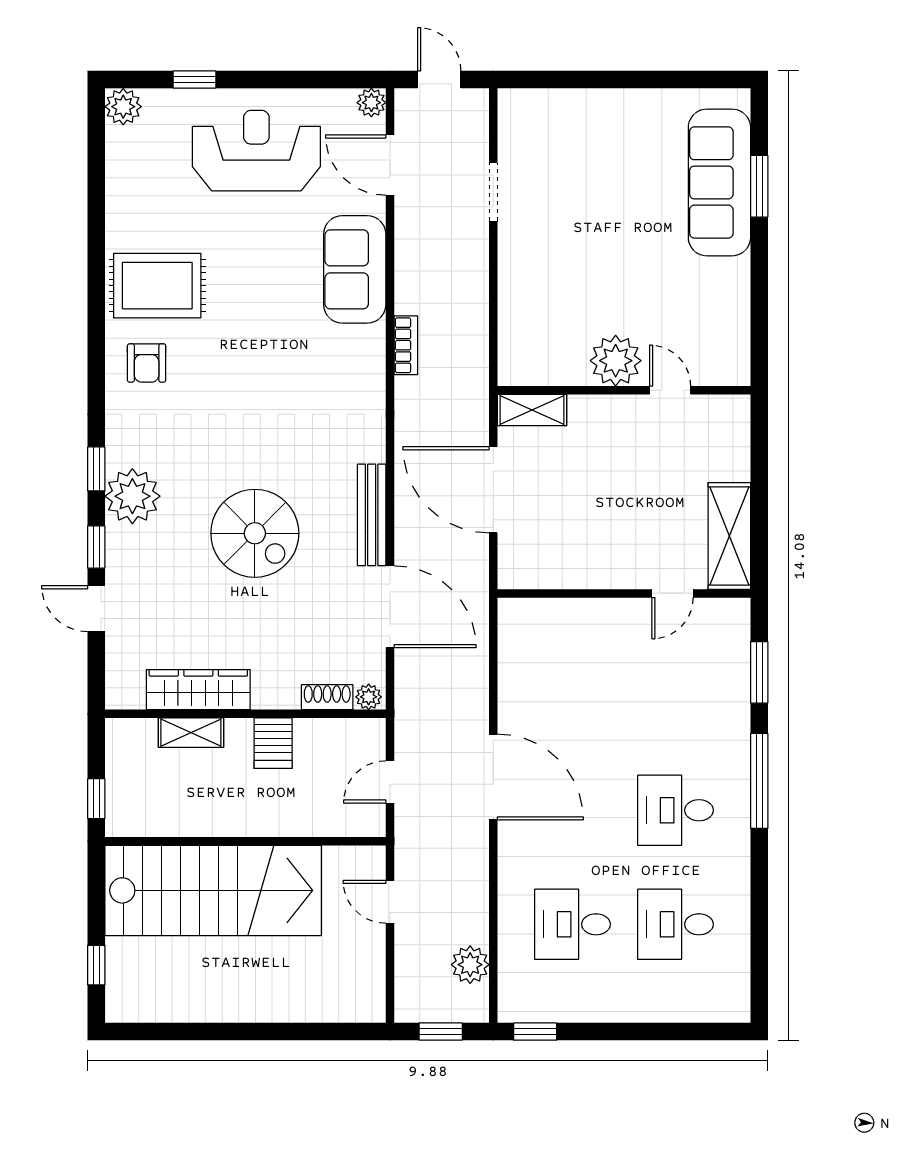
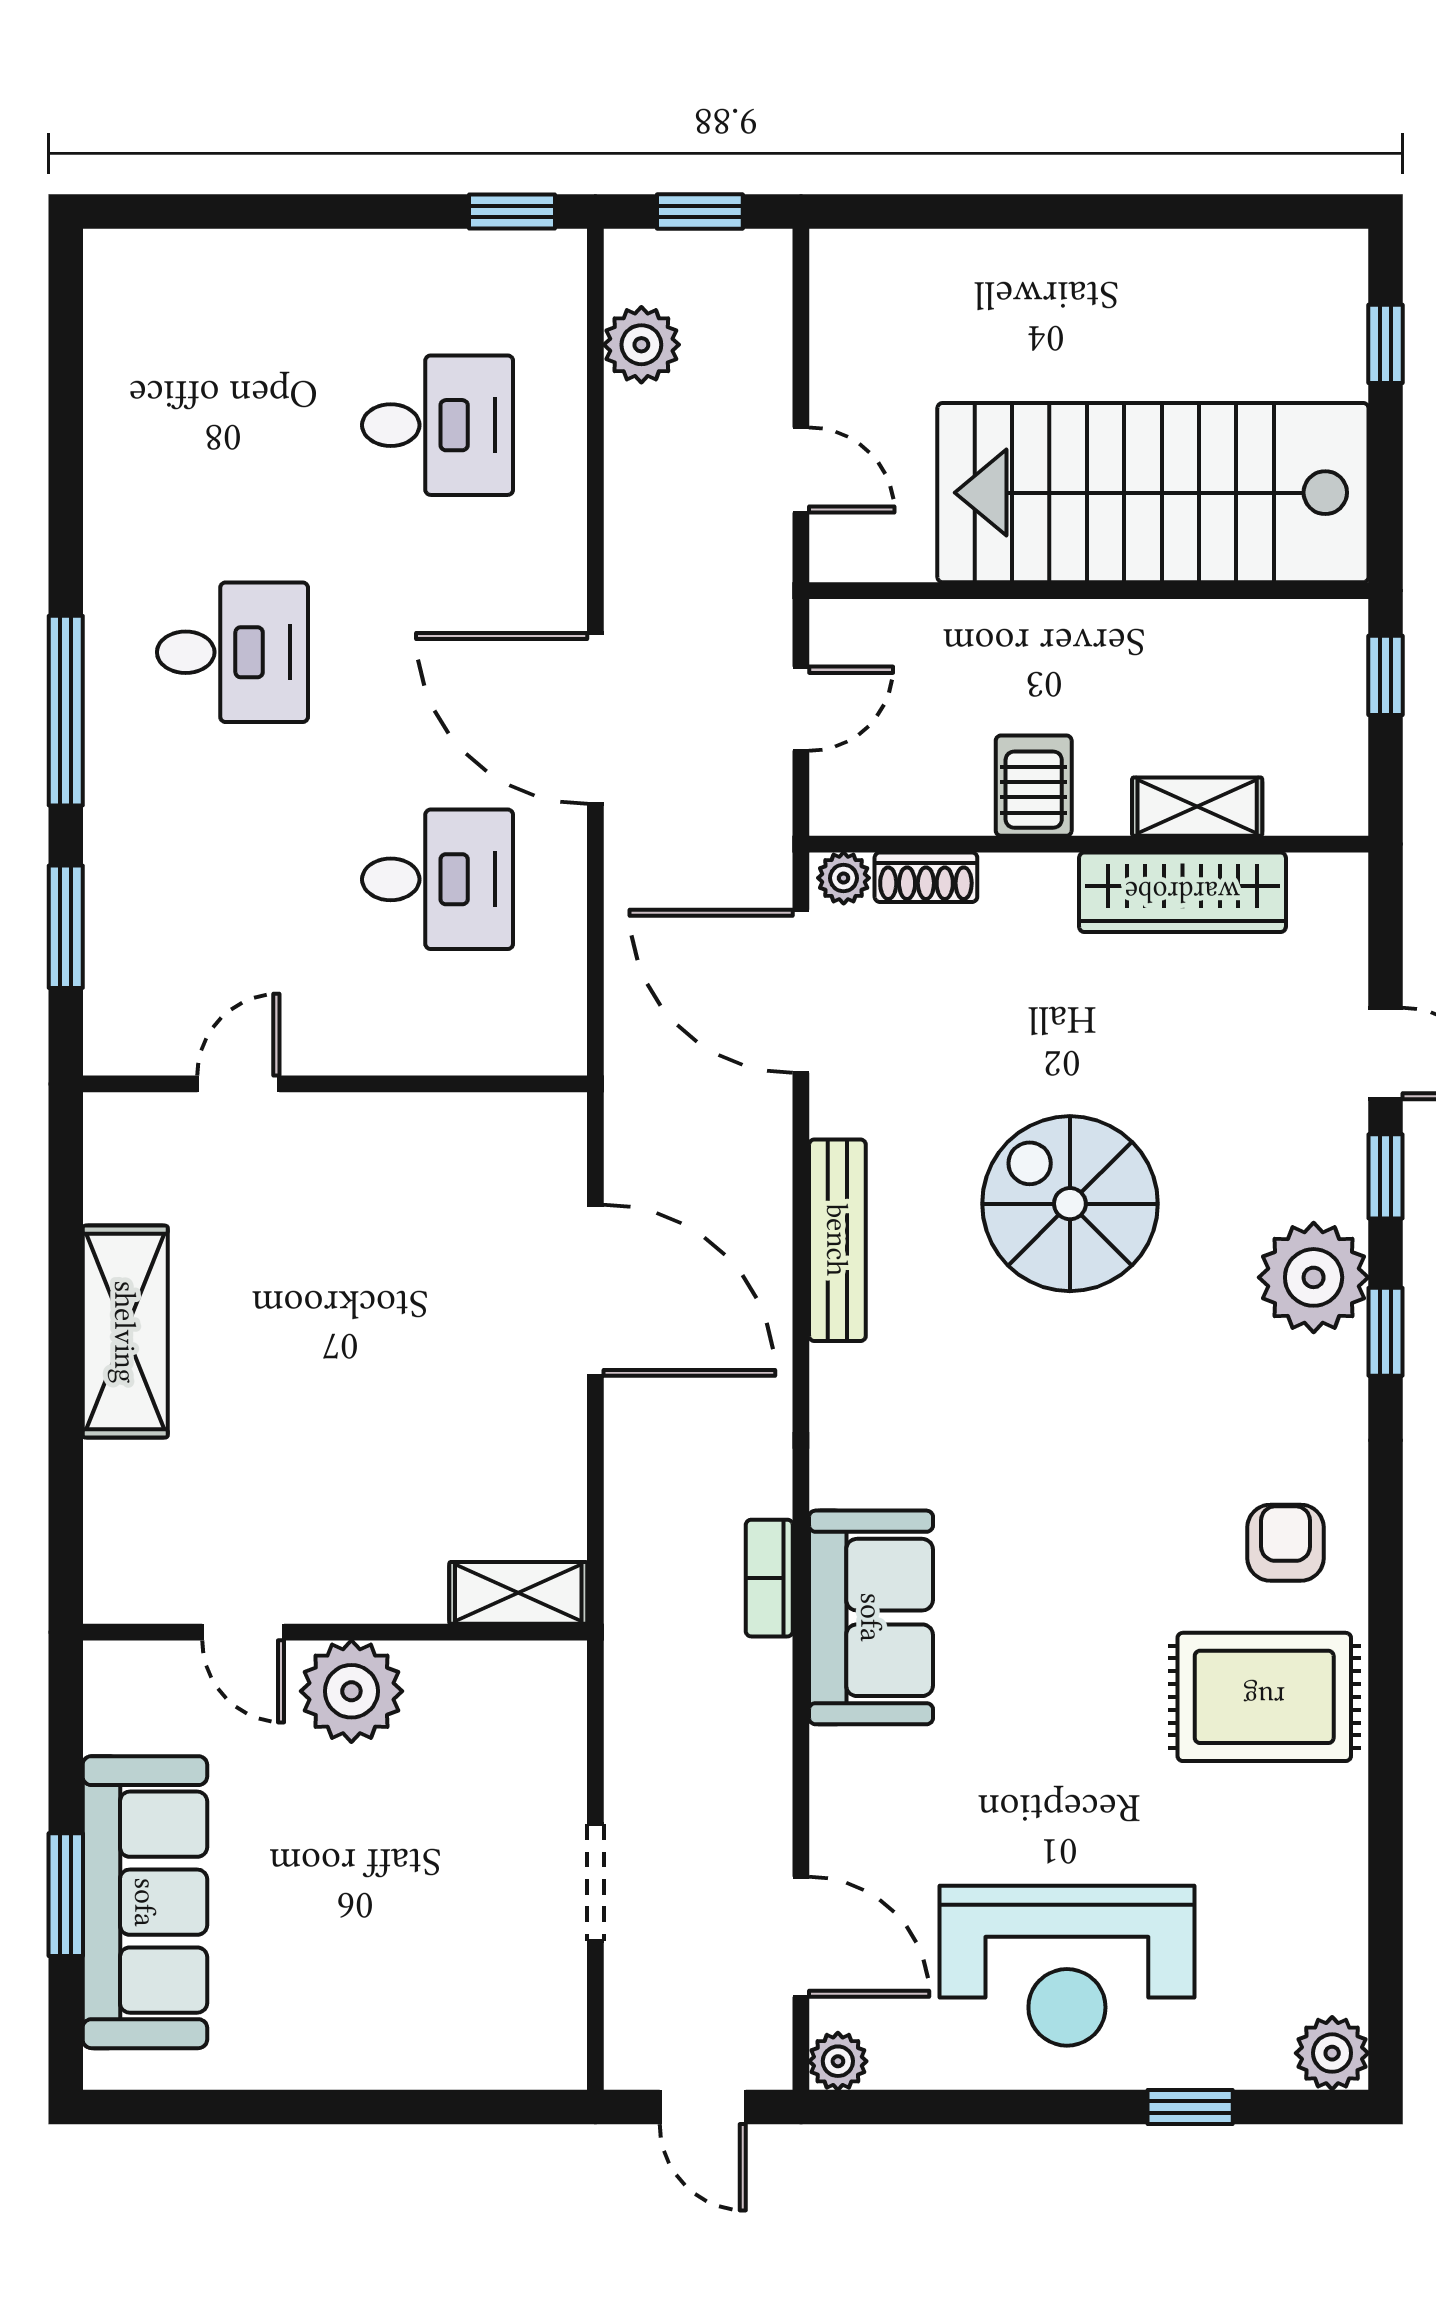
sofa: (355, 269) -> (871, 1617), moved
plant: (616, 361) -> (351, 1691), moved
wall: (624, 390) -> (335, 1632), moved
door: (670, 390) -> (243, 1632), moved
shelving: (532, 410) -> (518, 1593), moved
shelving: (729, 536) -> (125, 1332), moved
door: (390, 607) -> (801, 991), moved
desk: (675, 924) -> (437, 879), moved

